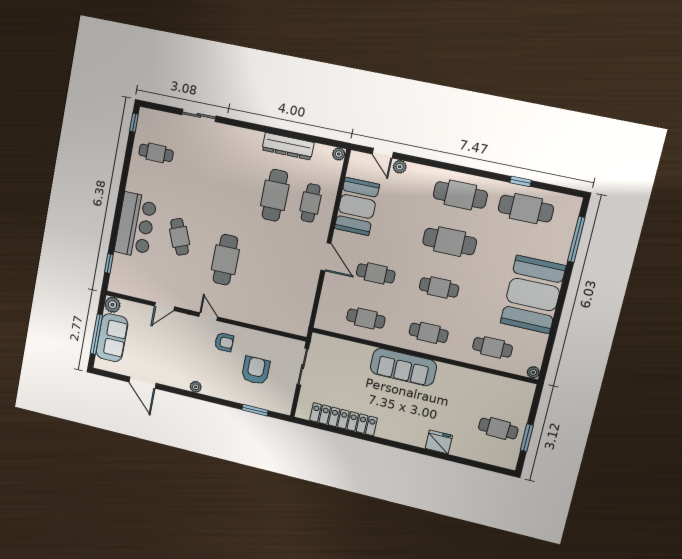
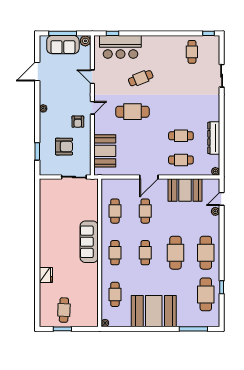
cafe table: (275, 195) -> (181, 136), width x0.73, depth x0.74
bar counter: (136, 225) -> (120, 47), moved
booth: (274, 313) -> (105, 151), added
locker: (343, 419) -> (46, 211), removed

